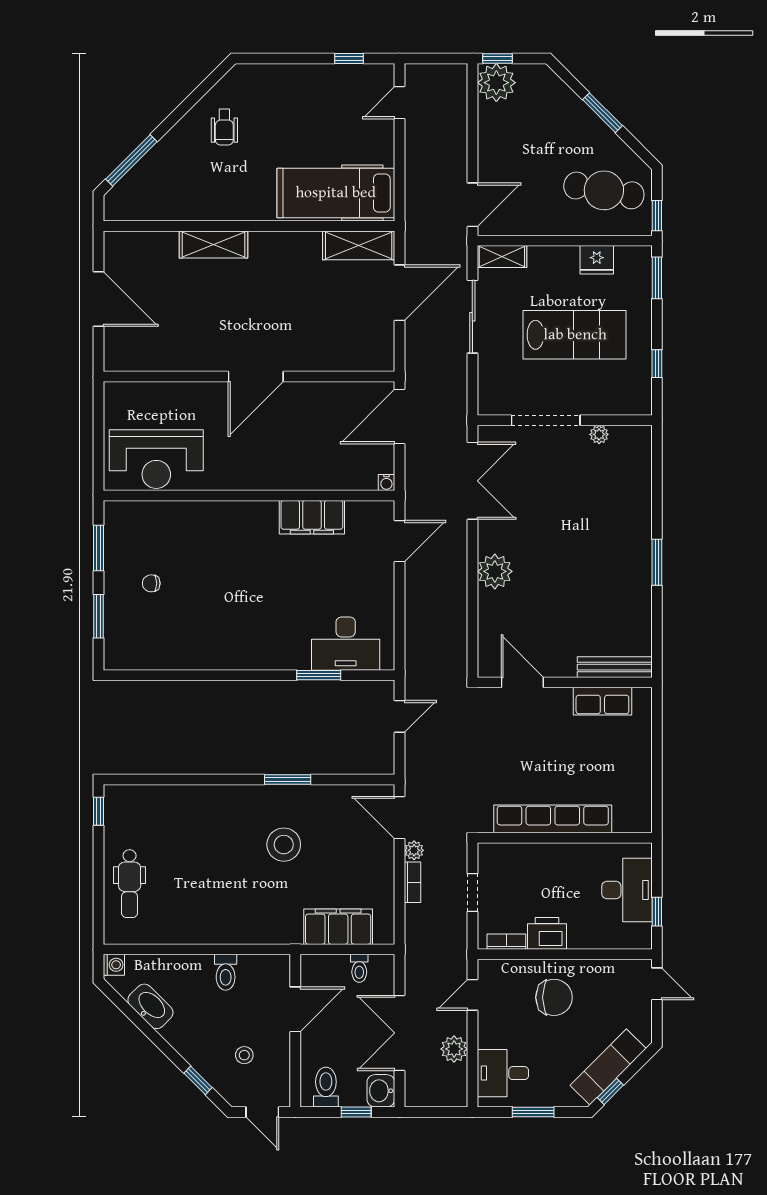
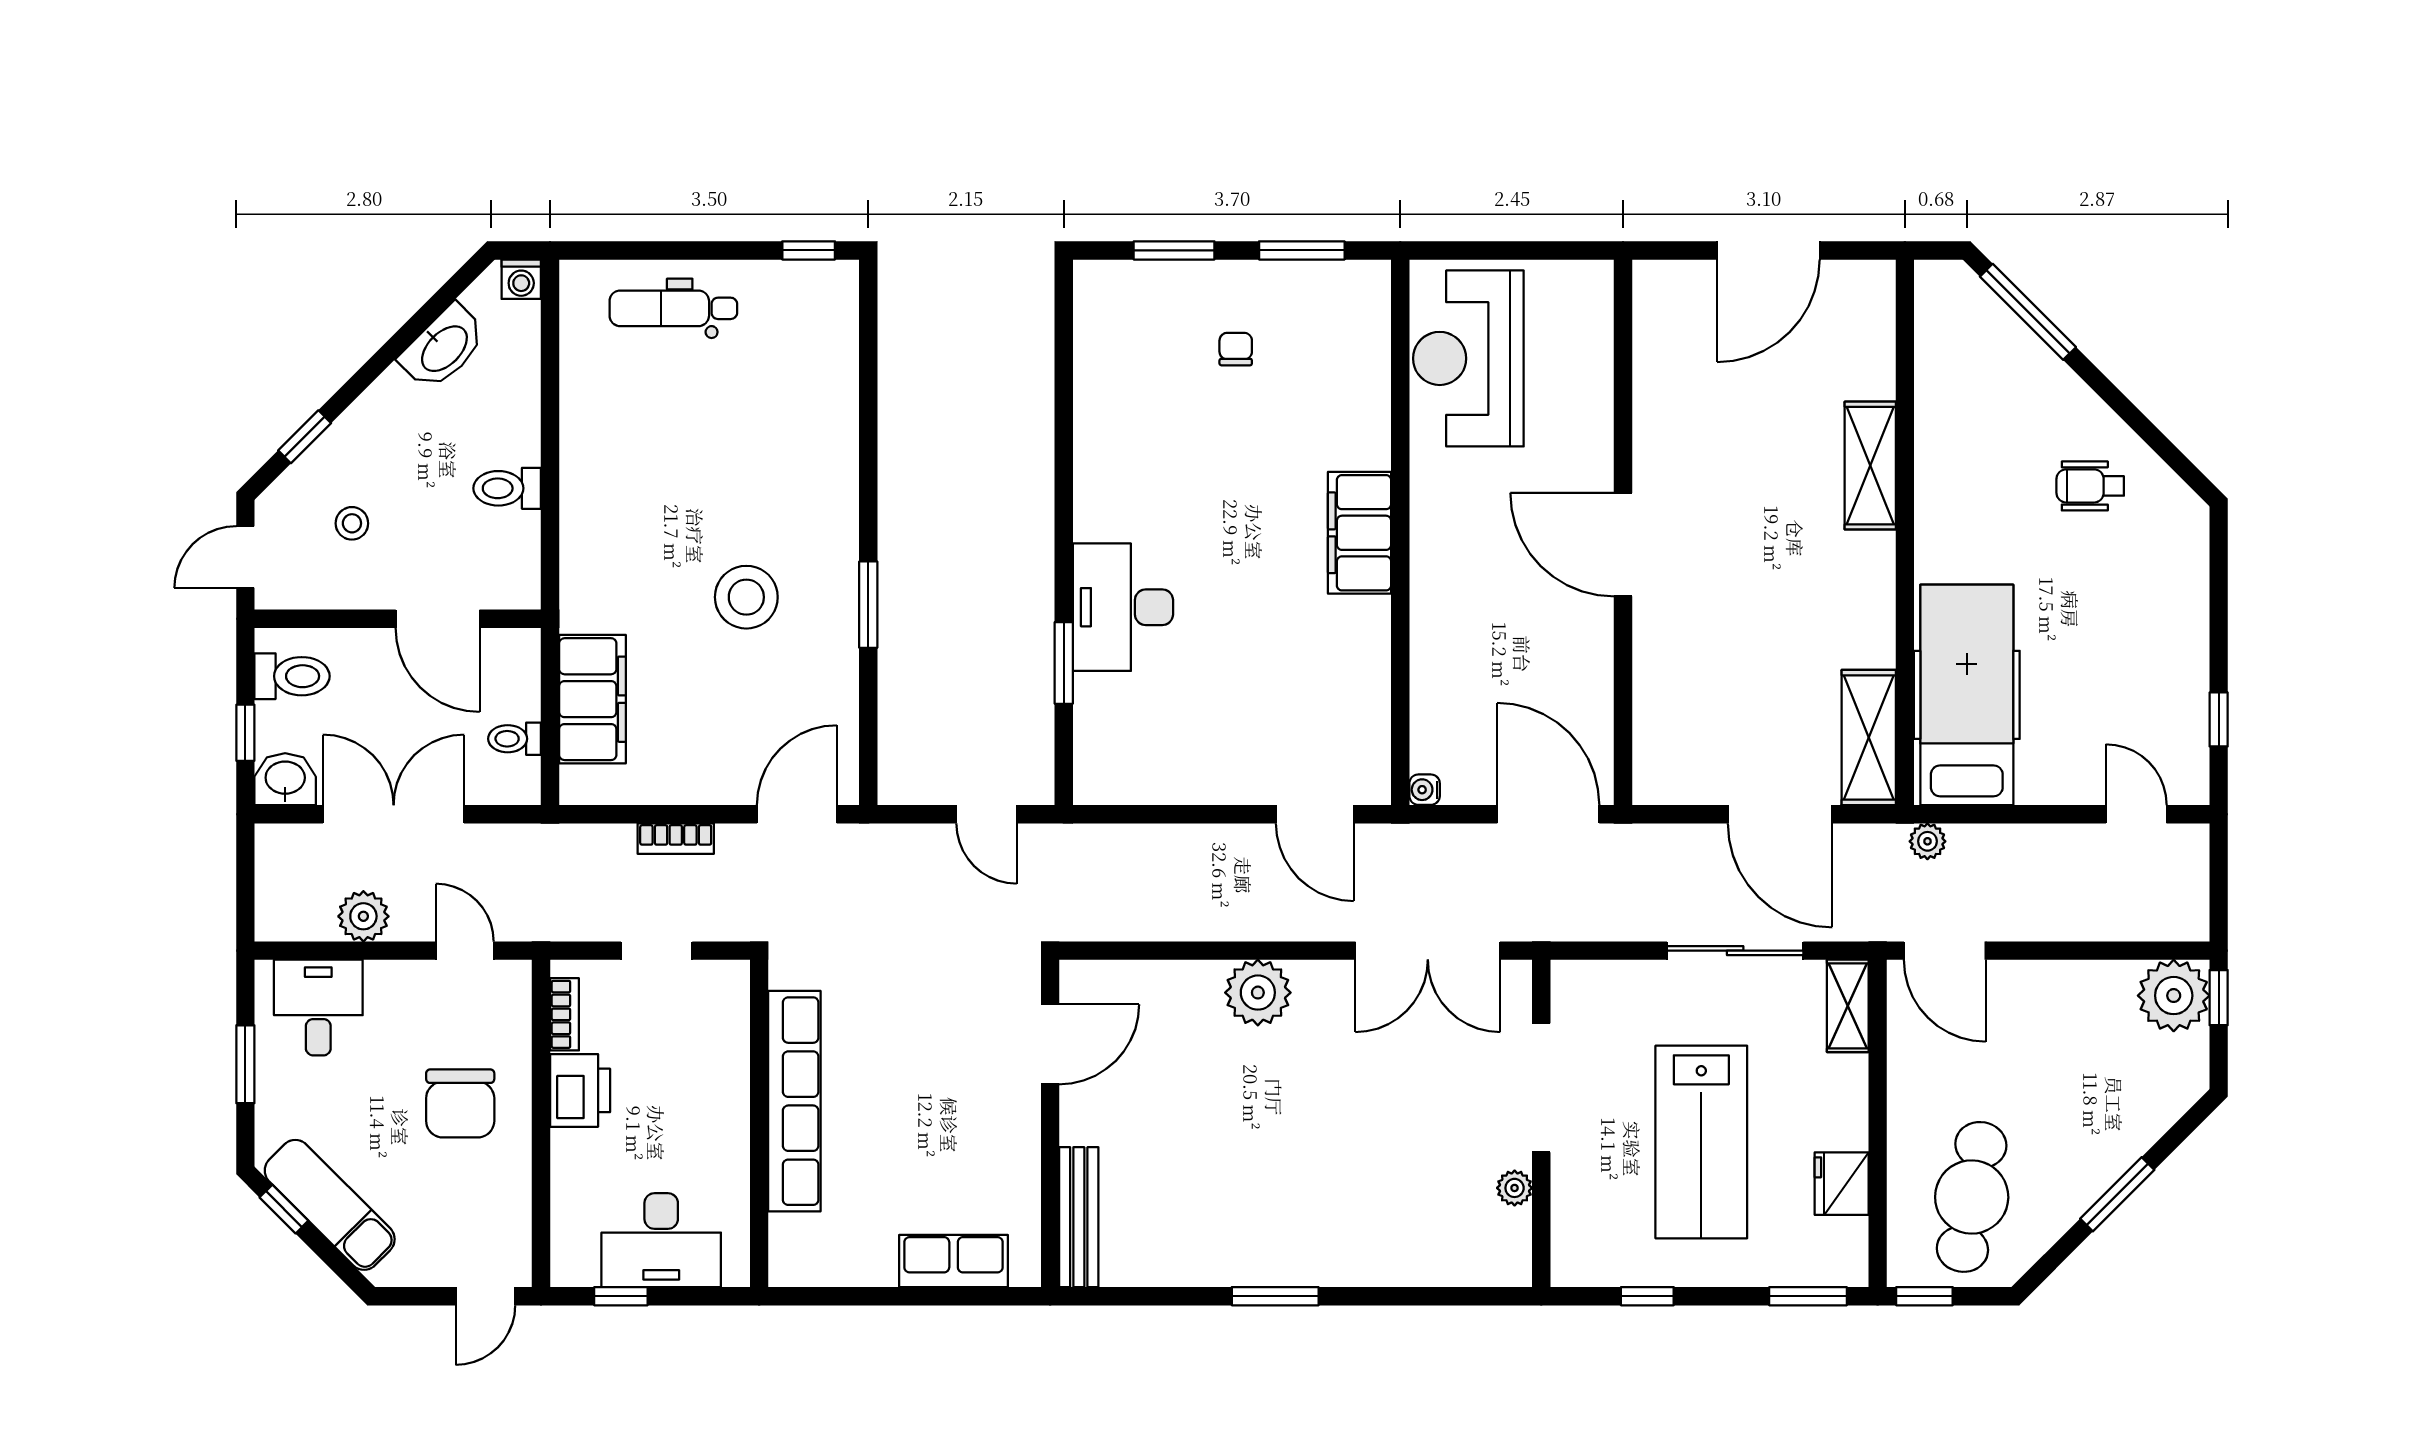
filing cabinet: (312, 517) -> (1360, 533), moved
desk: (346, 644) -> (1123, 607), moved
row of seats: (602, 701) -> (954, 1261), moved, turned 90
plant: (414, 850) -> (1927, 841), moved

